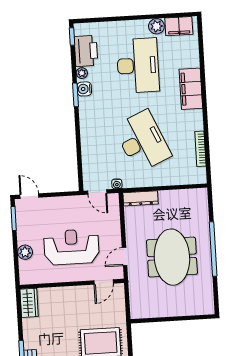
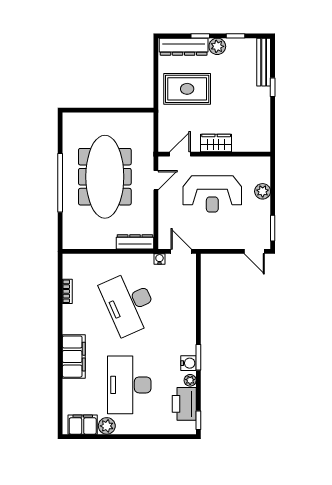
bookcase: (200, 149) -> (67, 291), width x0.64
meeting table: (172, 257) -> (105, 177), width x1.36
wardrobe: (29, 303) -> (216, 143), moved, turned 90

